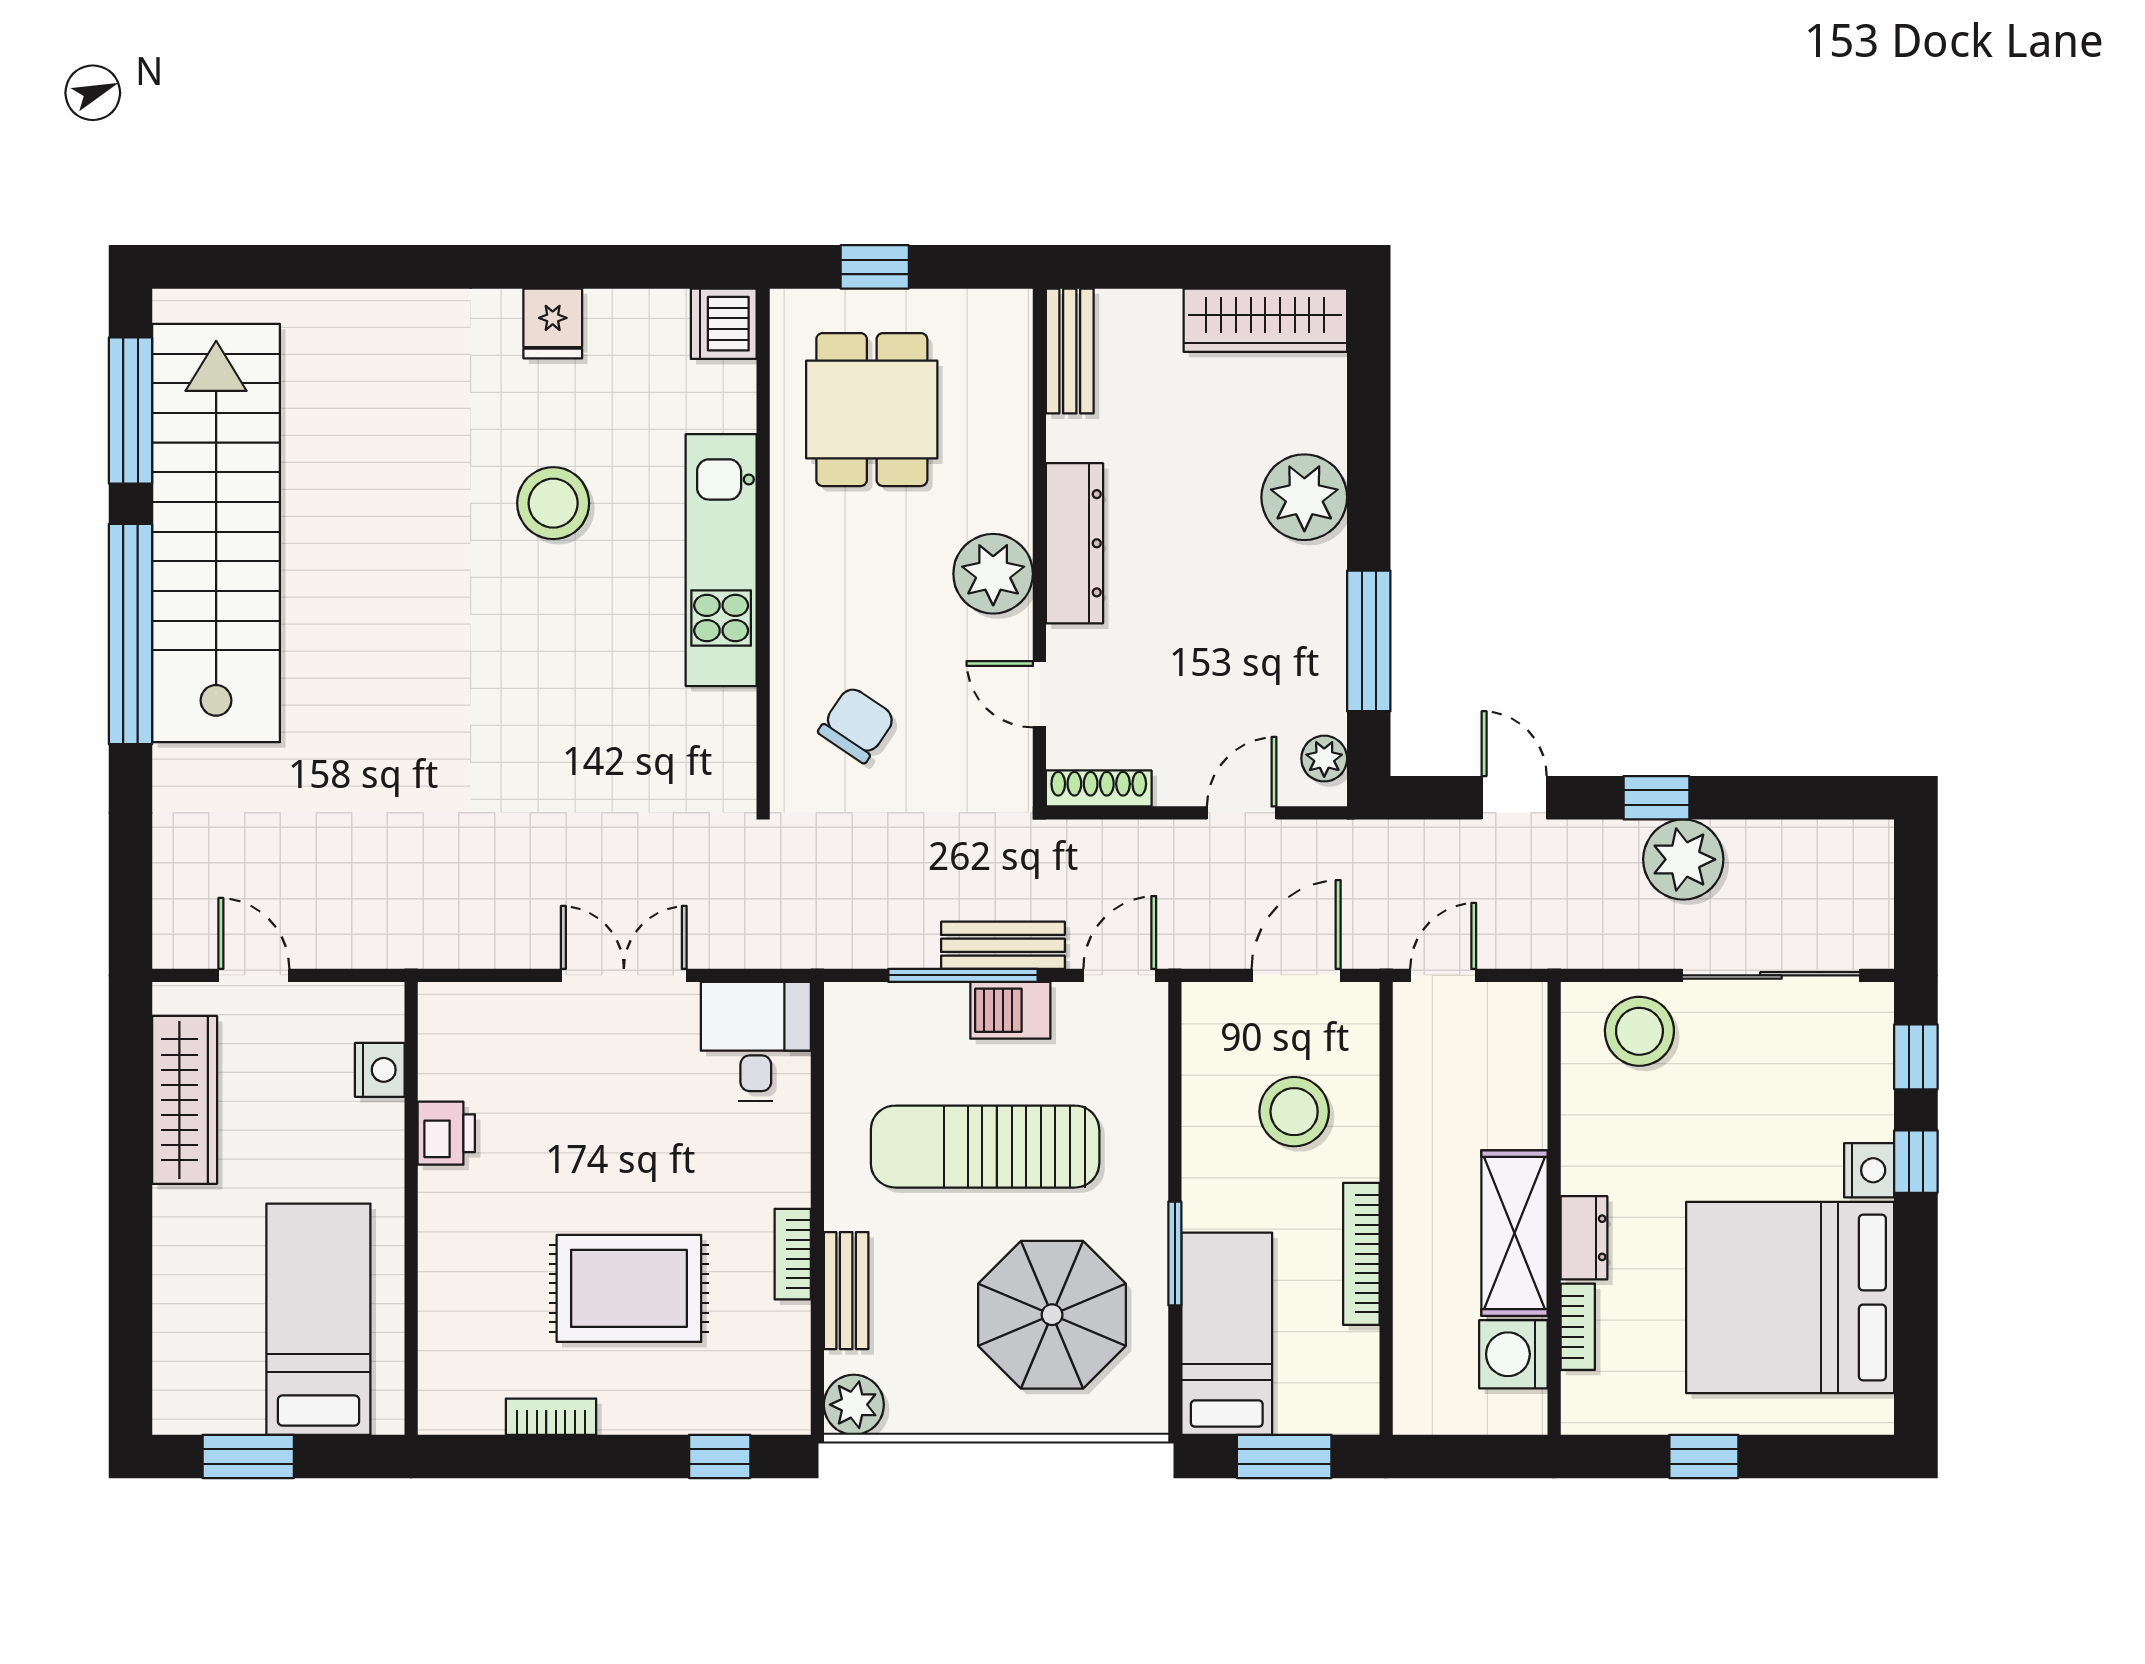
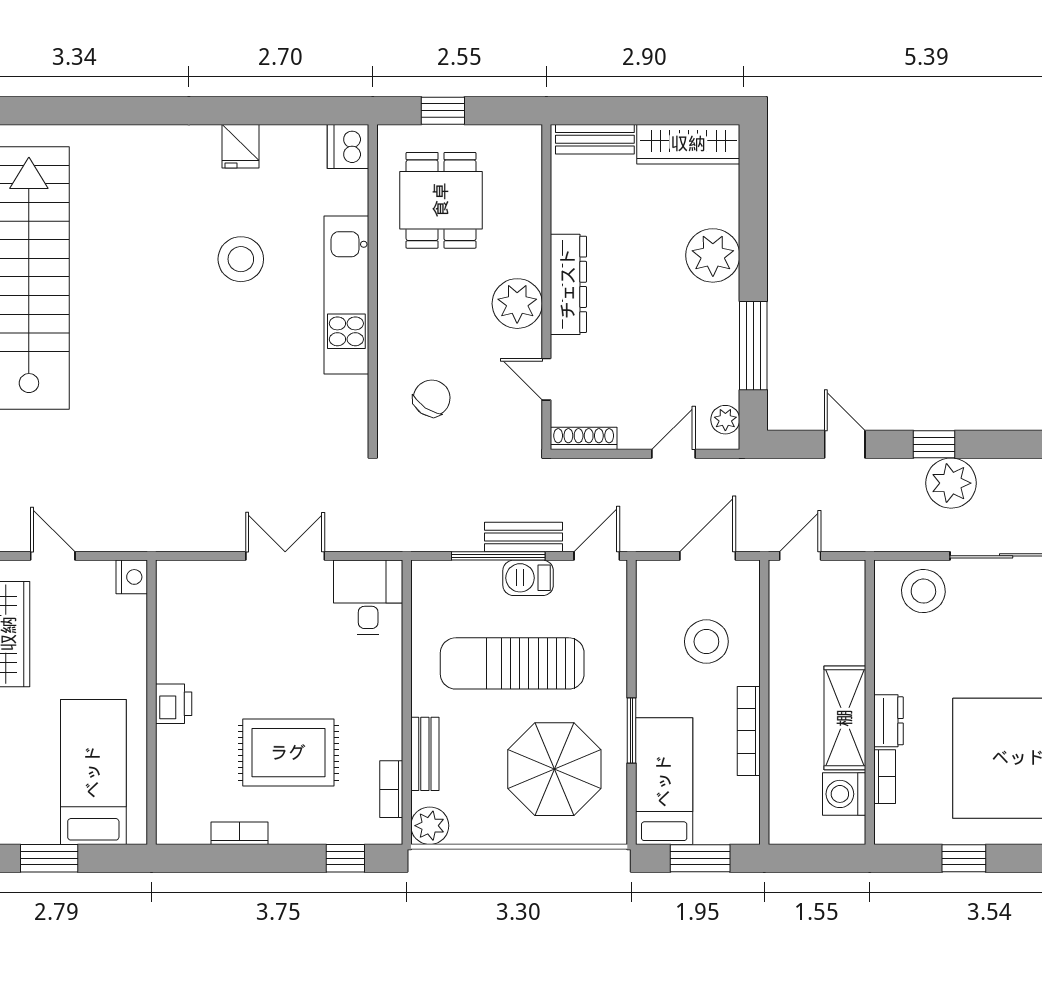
bench: (1070, 351) -> (595, 139), moved, turned 90
nightstand: (380, 1070) -> (132, 577), moved
printer: (446, 1133) -> (174, 704), moved
bookcase: (793, 1254) -> (391, 789), moved

